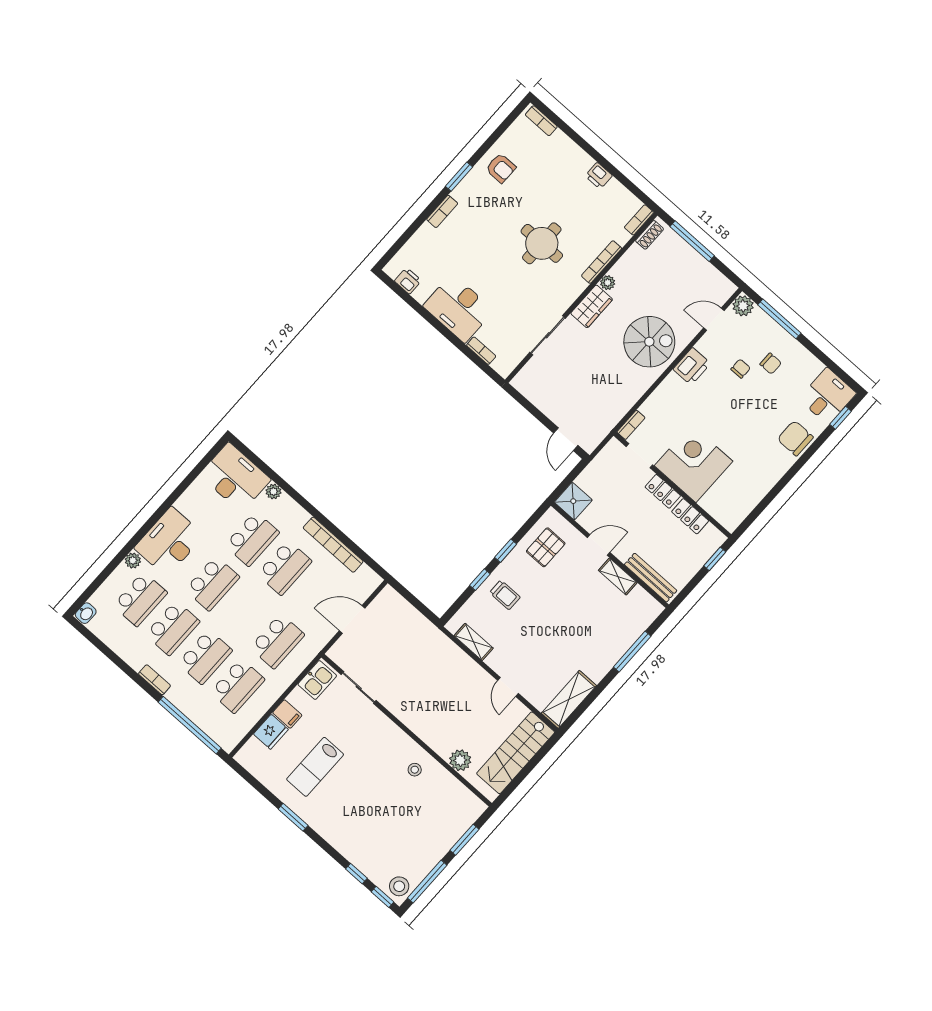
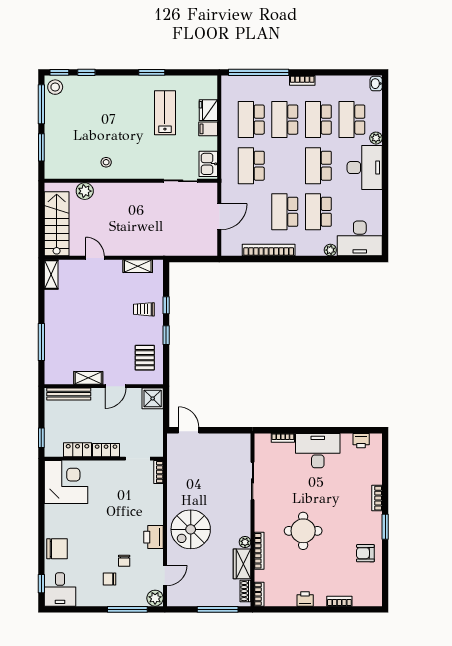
bookcase: (541, 121) -> (339, 601), moved
wardrobe: (592, 306) -> (242, 564), moved
corner desk: (694, 463) -> (66, 482), moved, turned -90
shelving: (569, 699) -> (51, 274), width x0.67, depth x0.75

